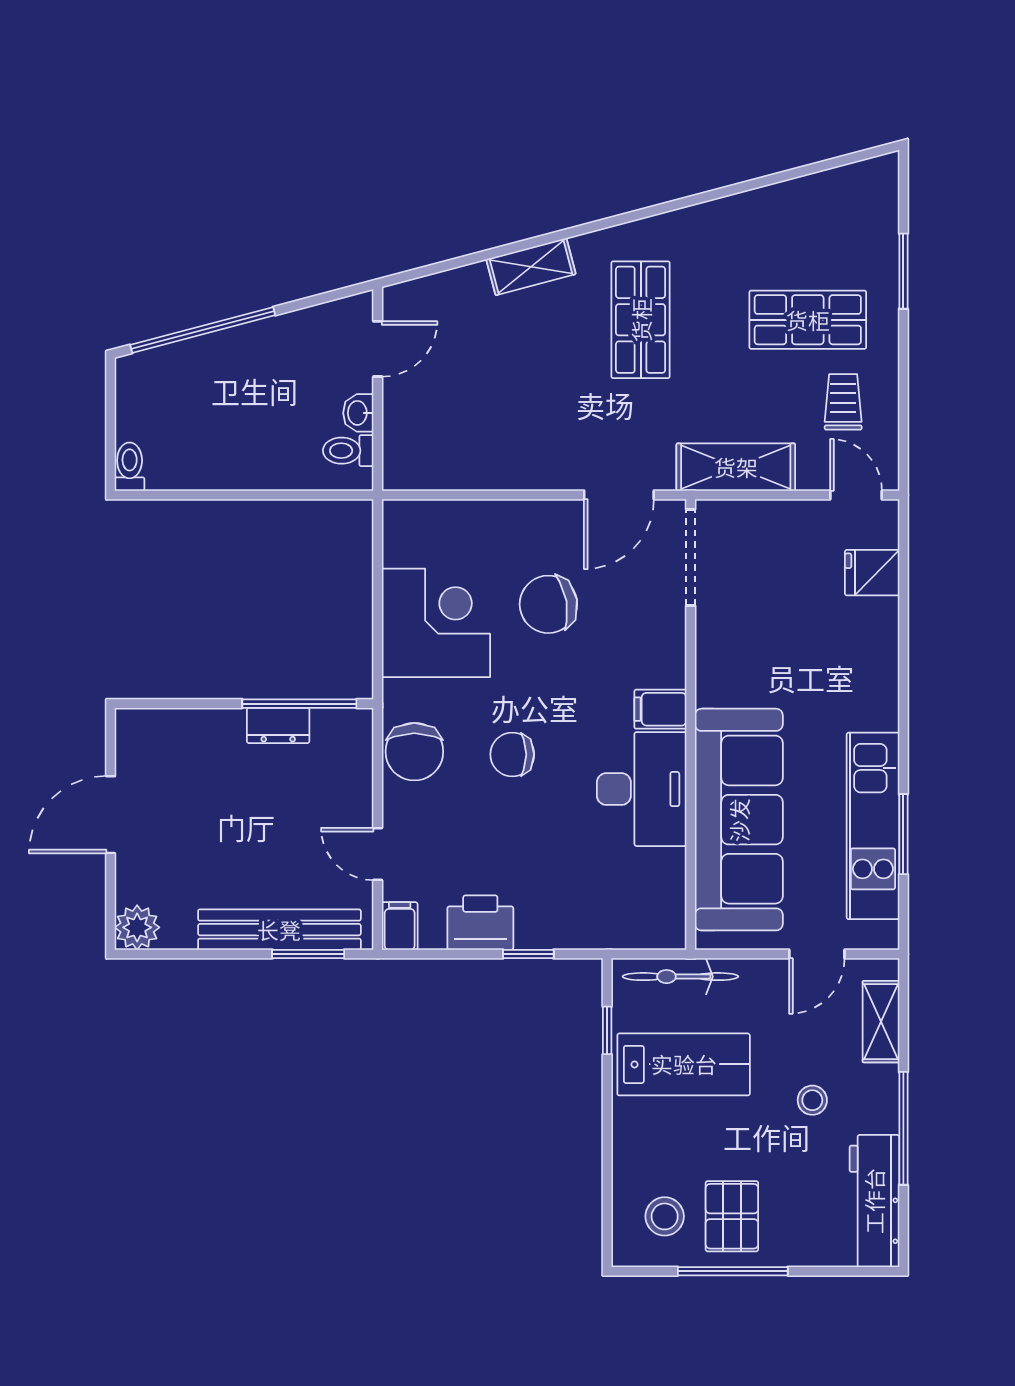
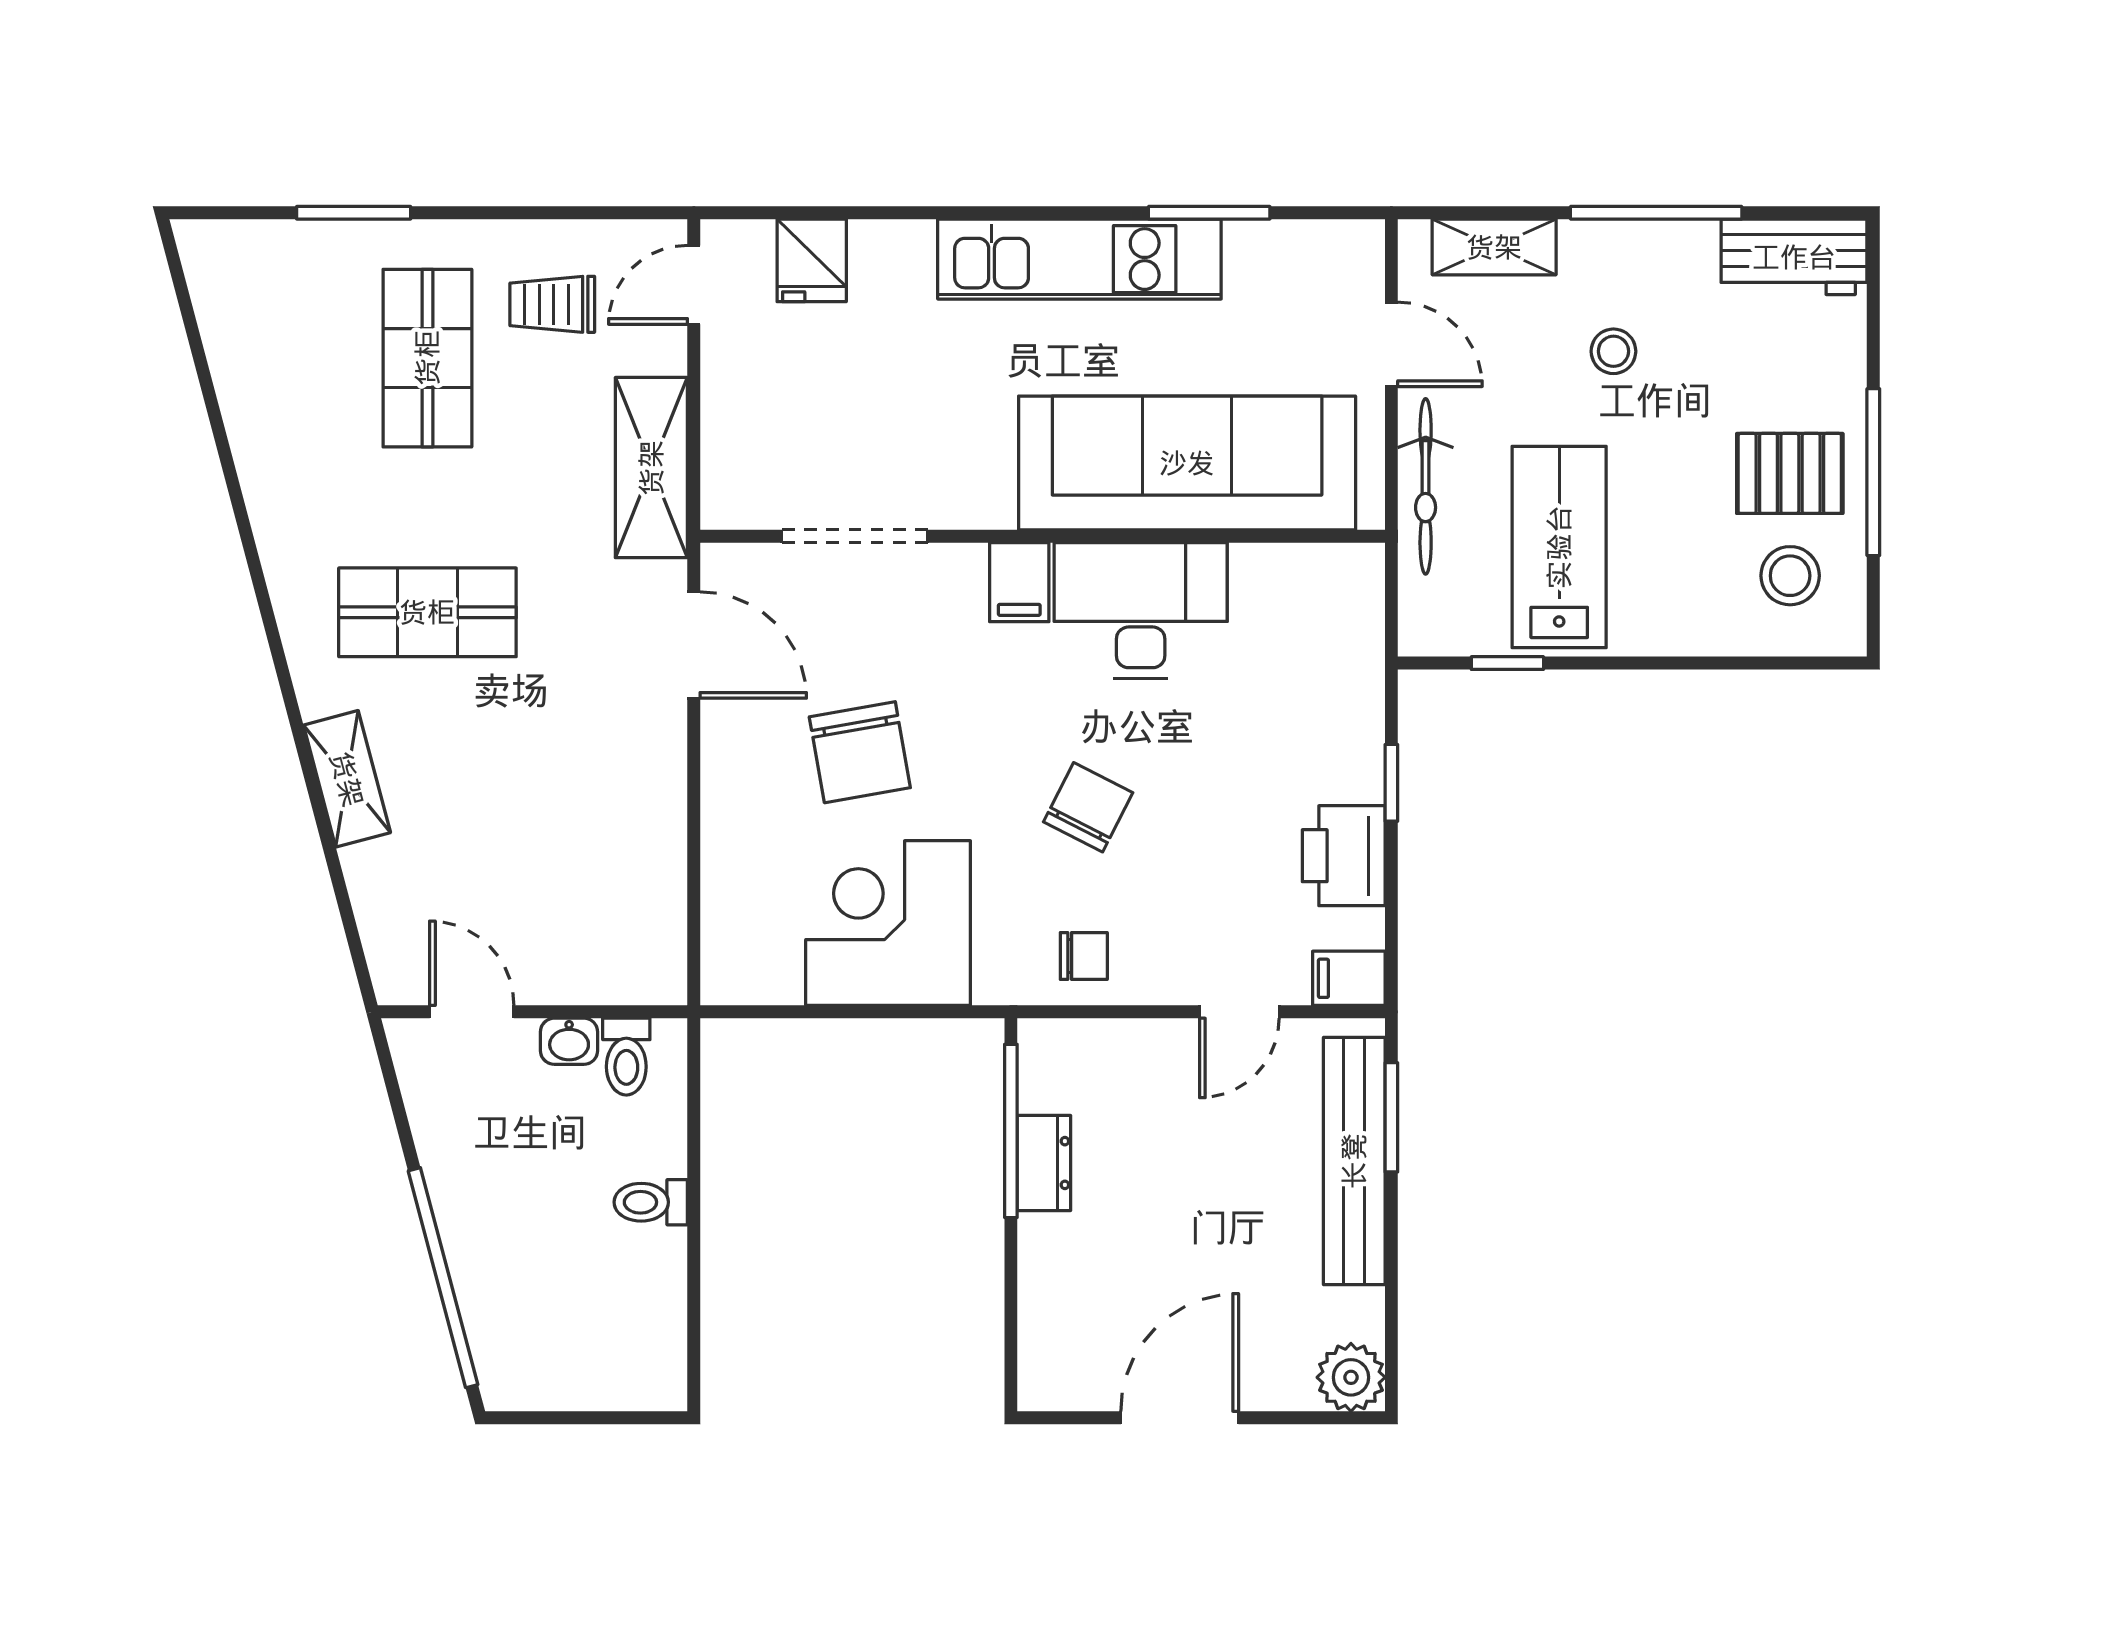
toilet: (130, 467) -> (651, 1202), moved
doorway: (691, 558) -> (855, 536), moved
chair: (414, 752) -> (1084, 956), width x0.54, depth x0.54
chair: (512, 754) -> (1088, 807), turned -153
door: (111, 815) -> (1180, 1418), swing flipped
kitchen unit: (873, 826) -> (1079, 259), moved
bicycle: (680, 977) -> (1426, 486), moved
workbench: (874, 1201) -> (1794, 257), width x0.73

